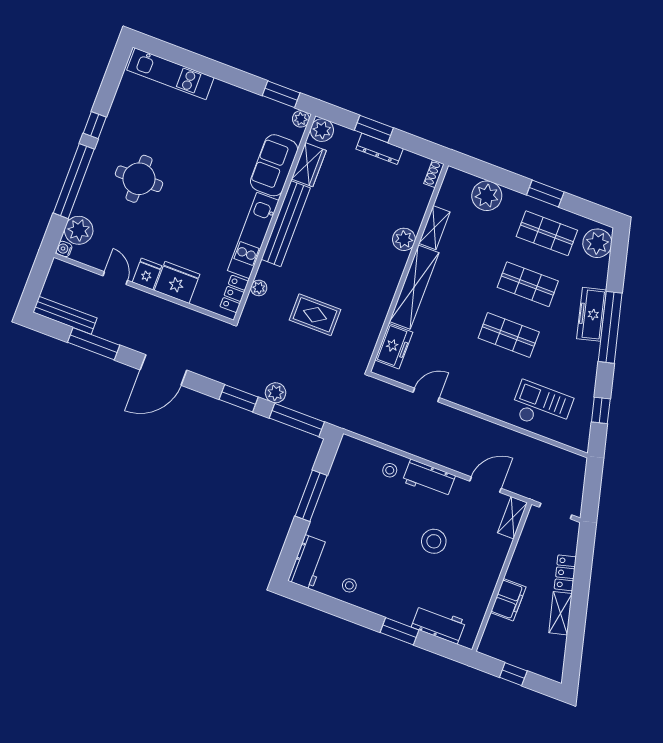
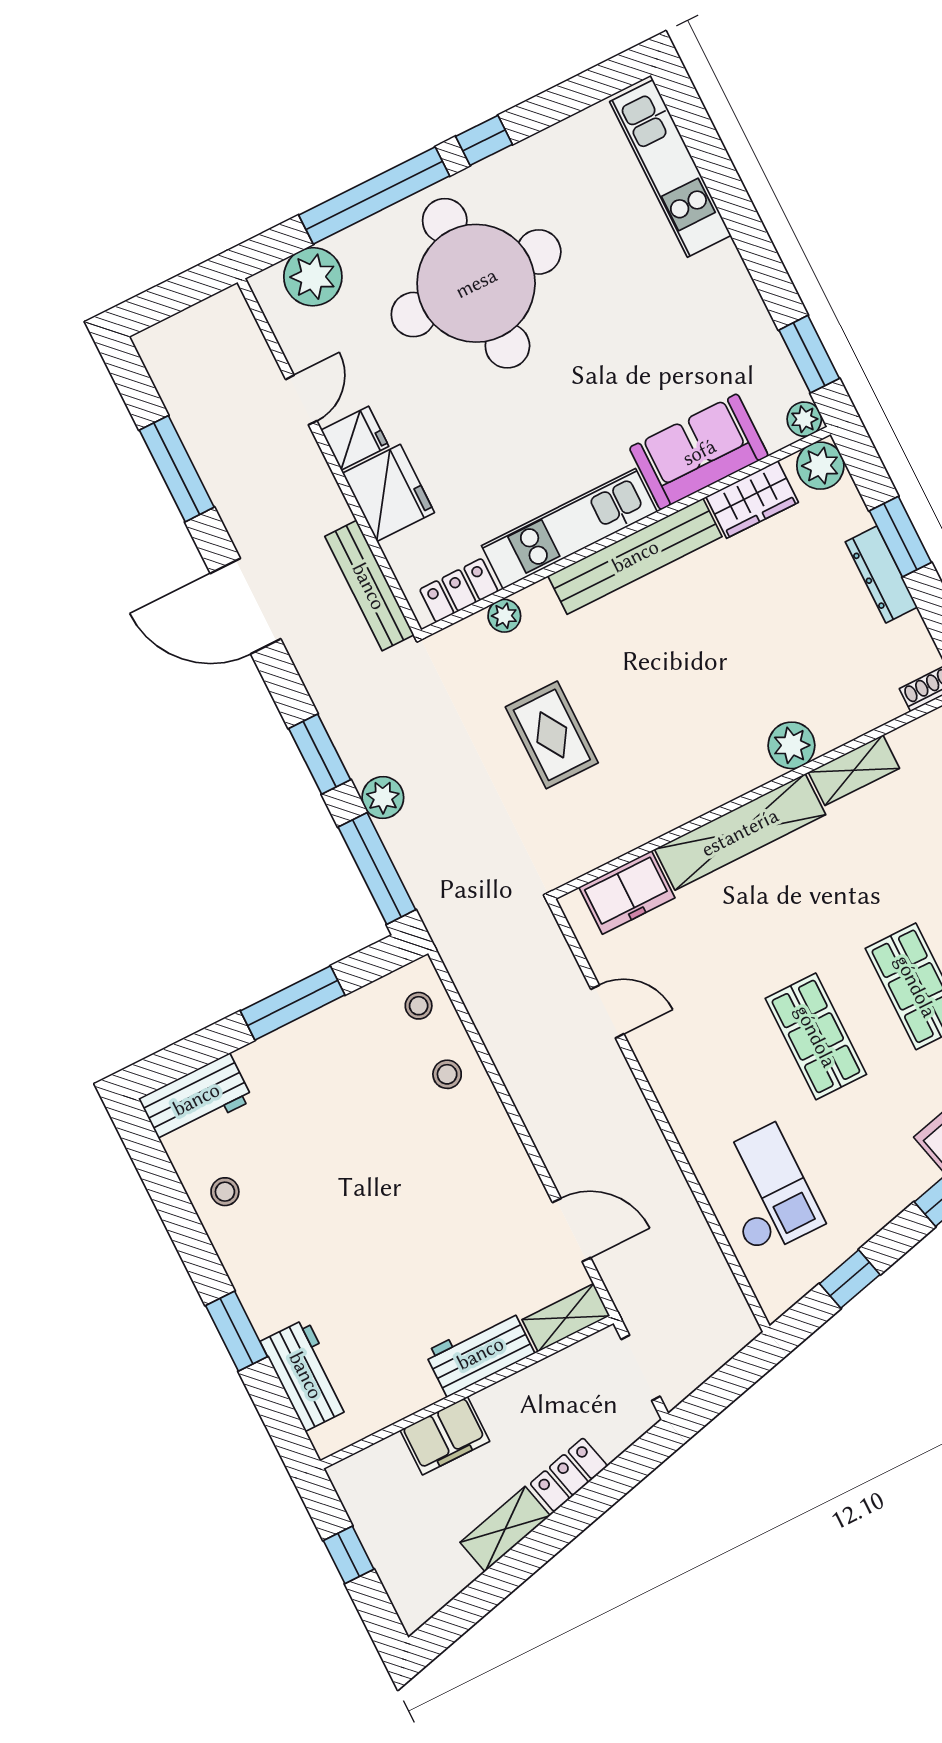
round table: (139, 179) -> (476, 283), width x1.86, depth x1.86
water cooler: (64, 249) -> (265, 284), removed
bench: (65, 315) -> (369, 586), moved
workbench: (429, 479) -> (480, 1353), moved, turned 90
stool: (434, 541) -> (419, 1006), moved, width x0.53, depth x0.53

